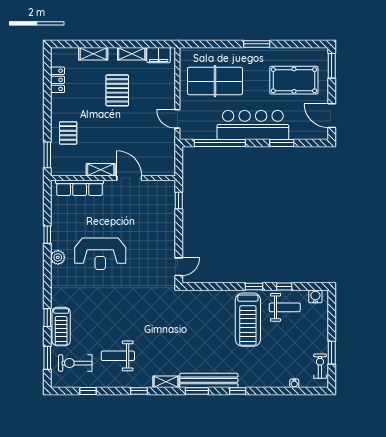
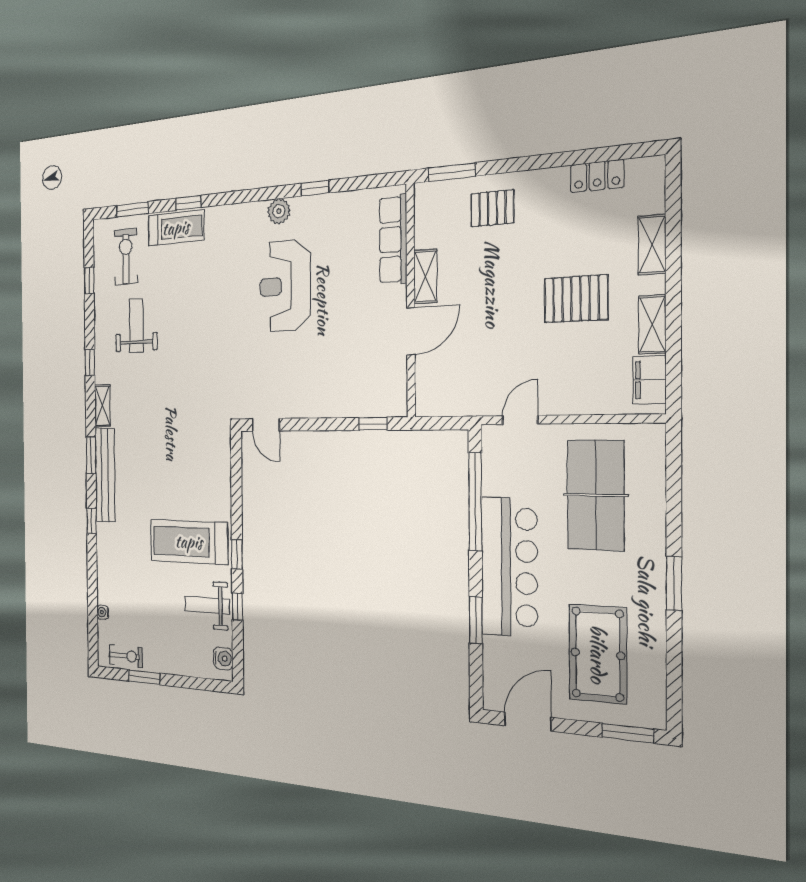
weight bench: (285, 307) -> (207, 605), turned 90
treadmill: (61, 327) -> (176, 228), turned 180

